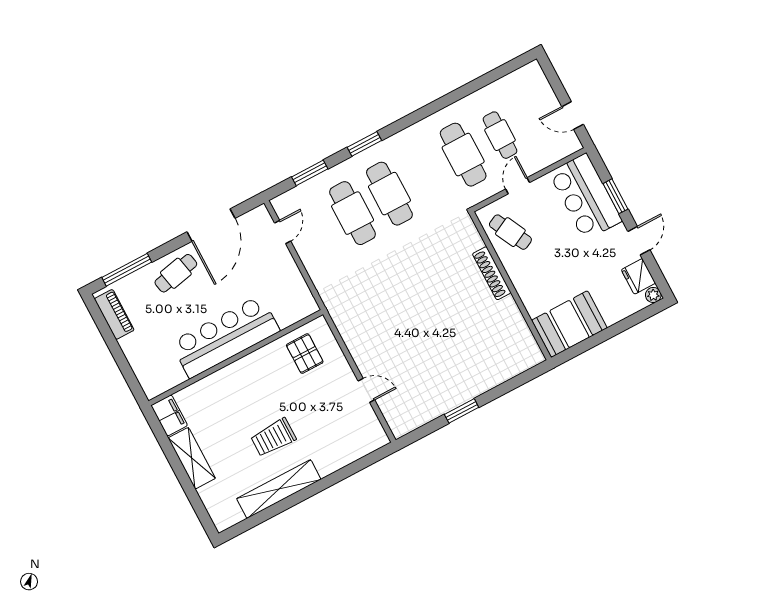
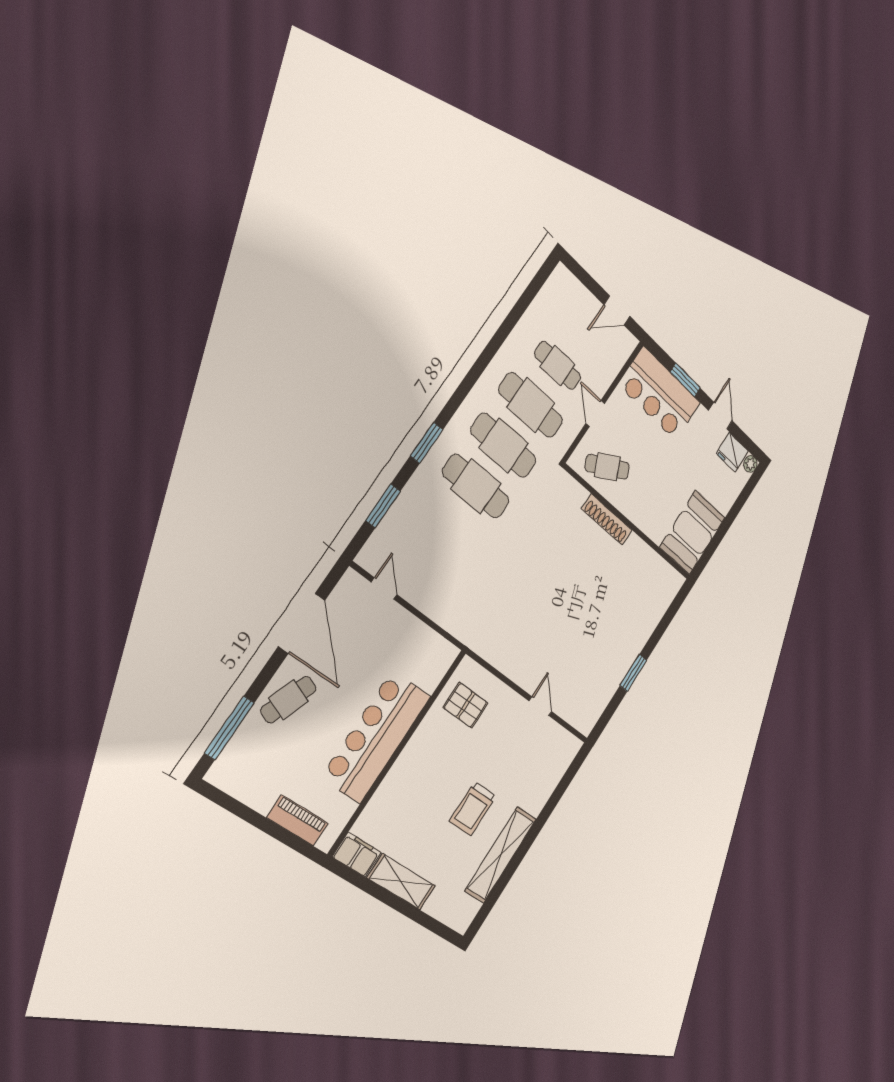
cafe table: (353, 213) -> (504, 445), moved
cafe table: (176, 273) -> (288, 700), turned 33
piano: (114, 314) -> (298, 821), moved
door: (366, 390) -> (540, 706), hinge flipped

